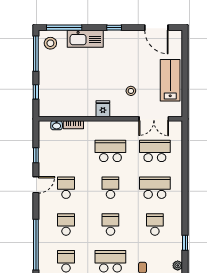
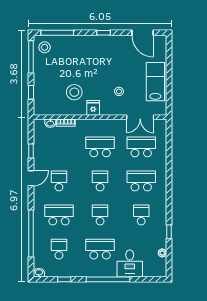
kitchen sink: (85, 39) -> (77, 43), removed
stool: (83, 92) -> (74, 92), added
school desk: (66, 225) -> (59, 215), width x1.85

